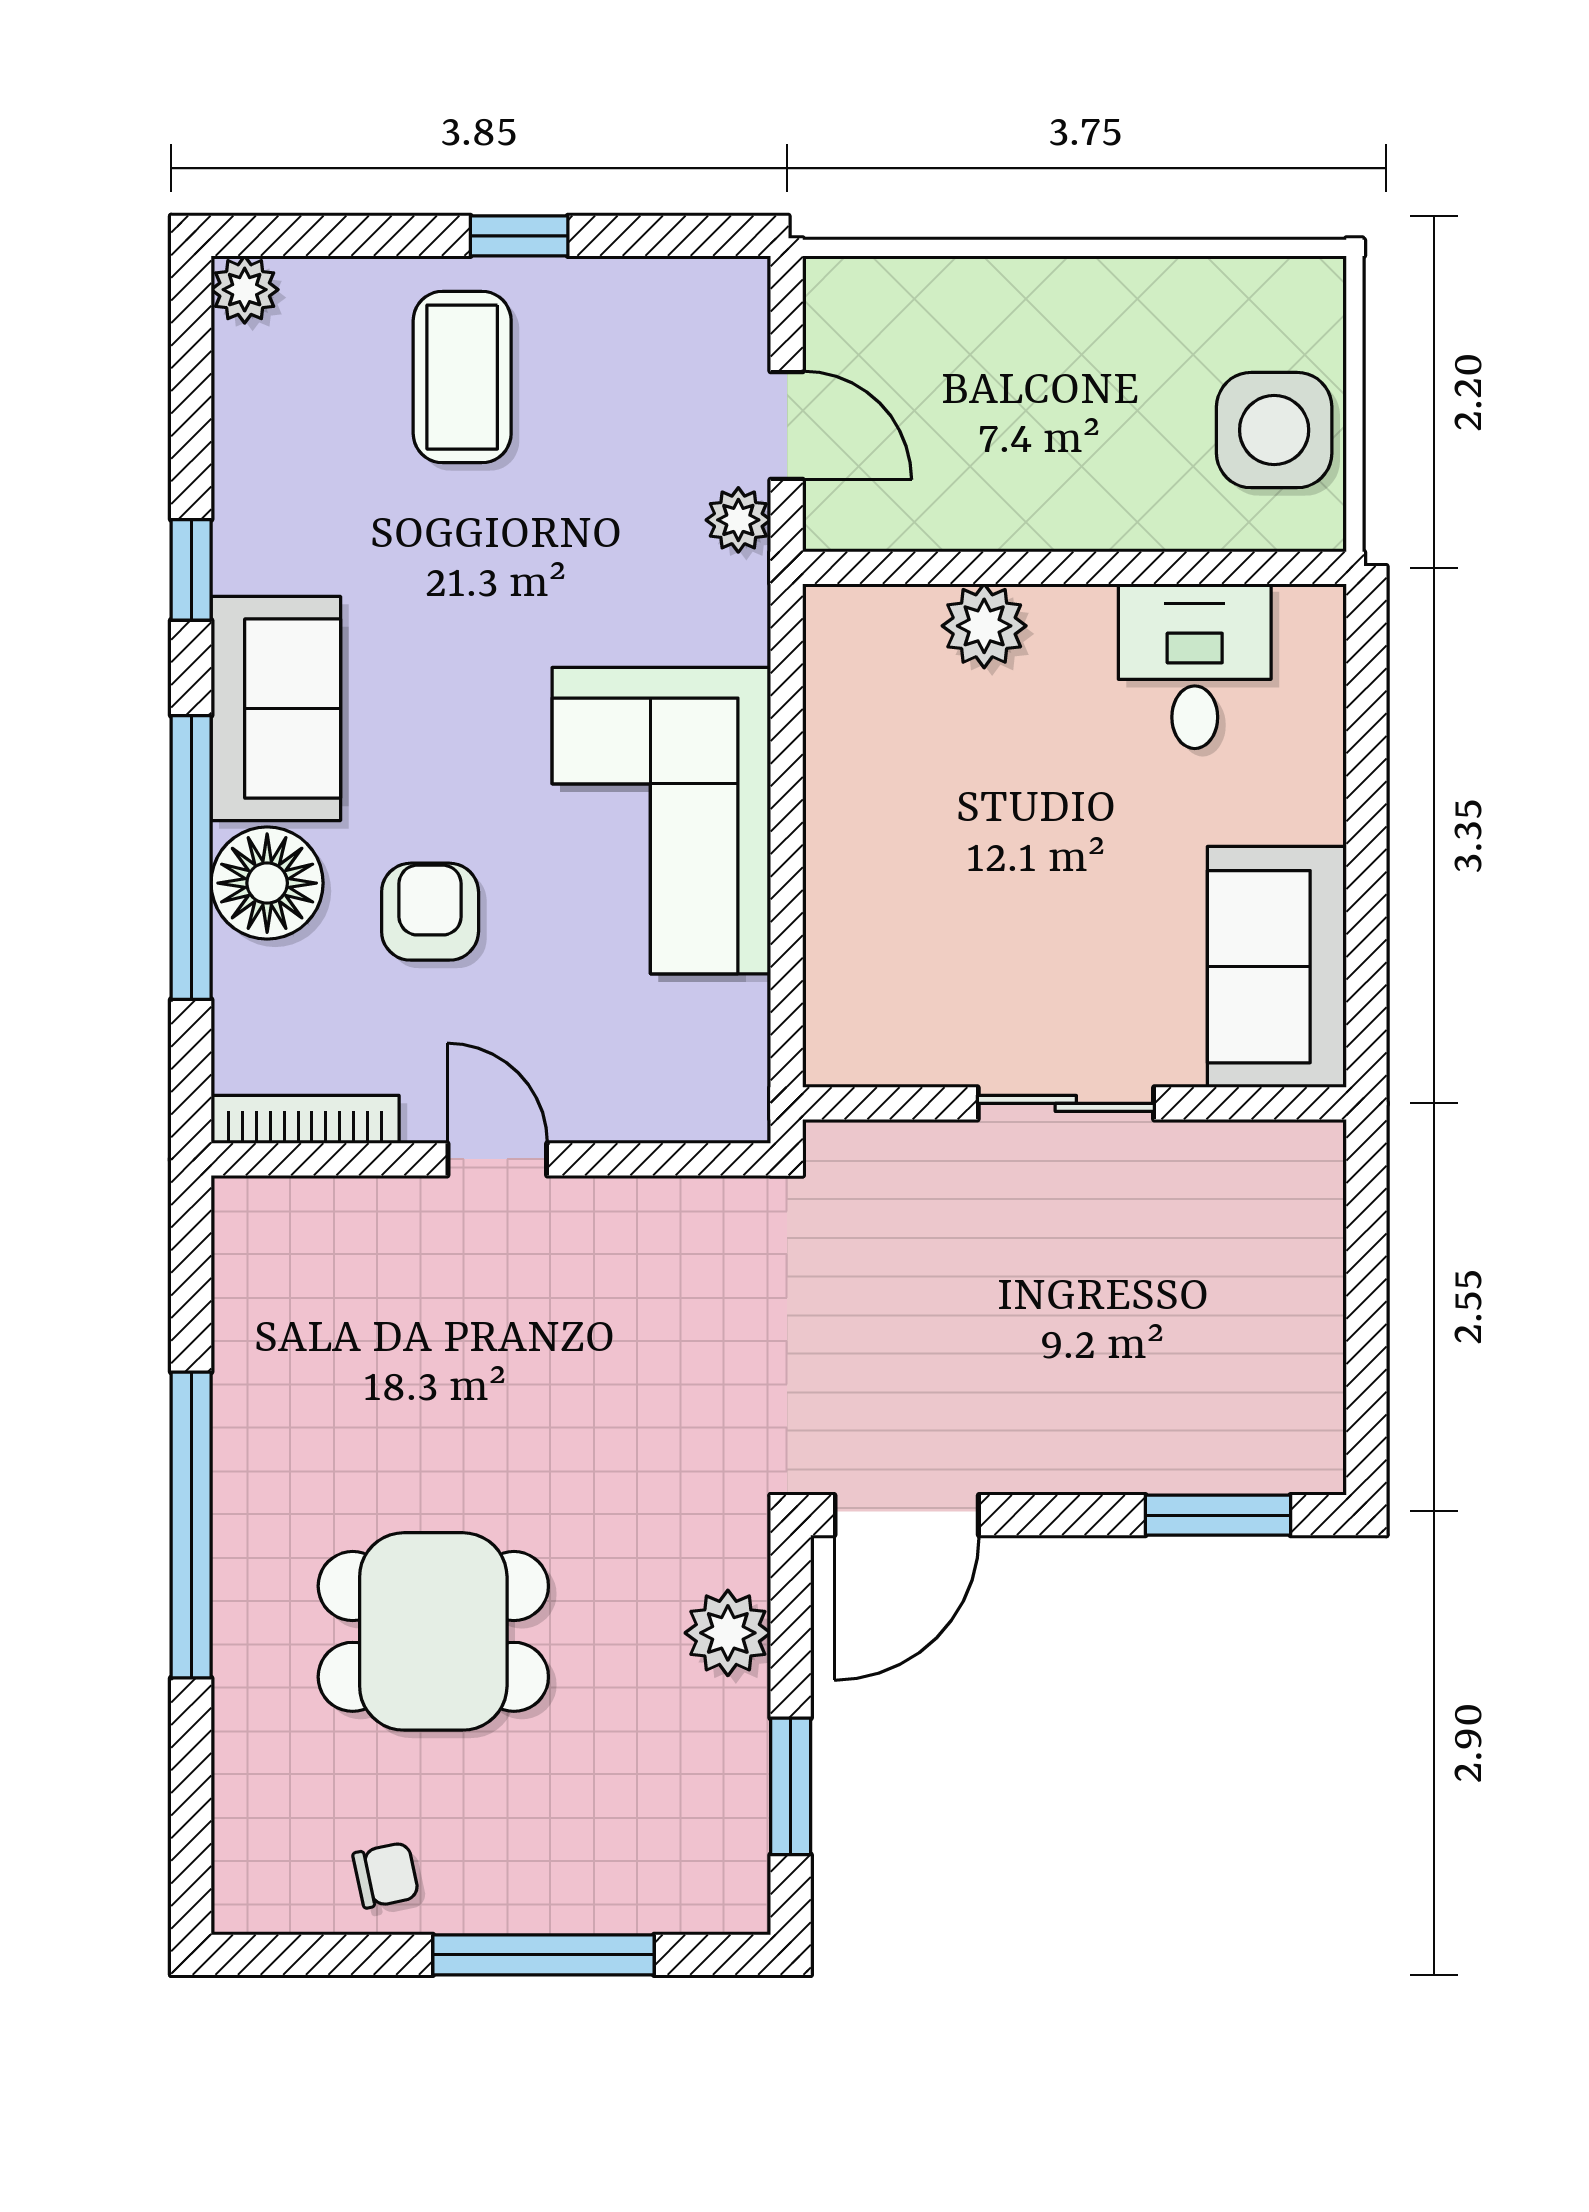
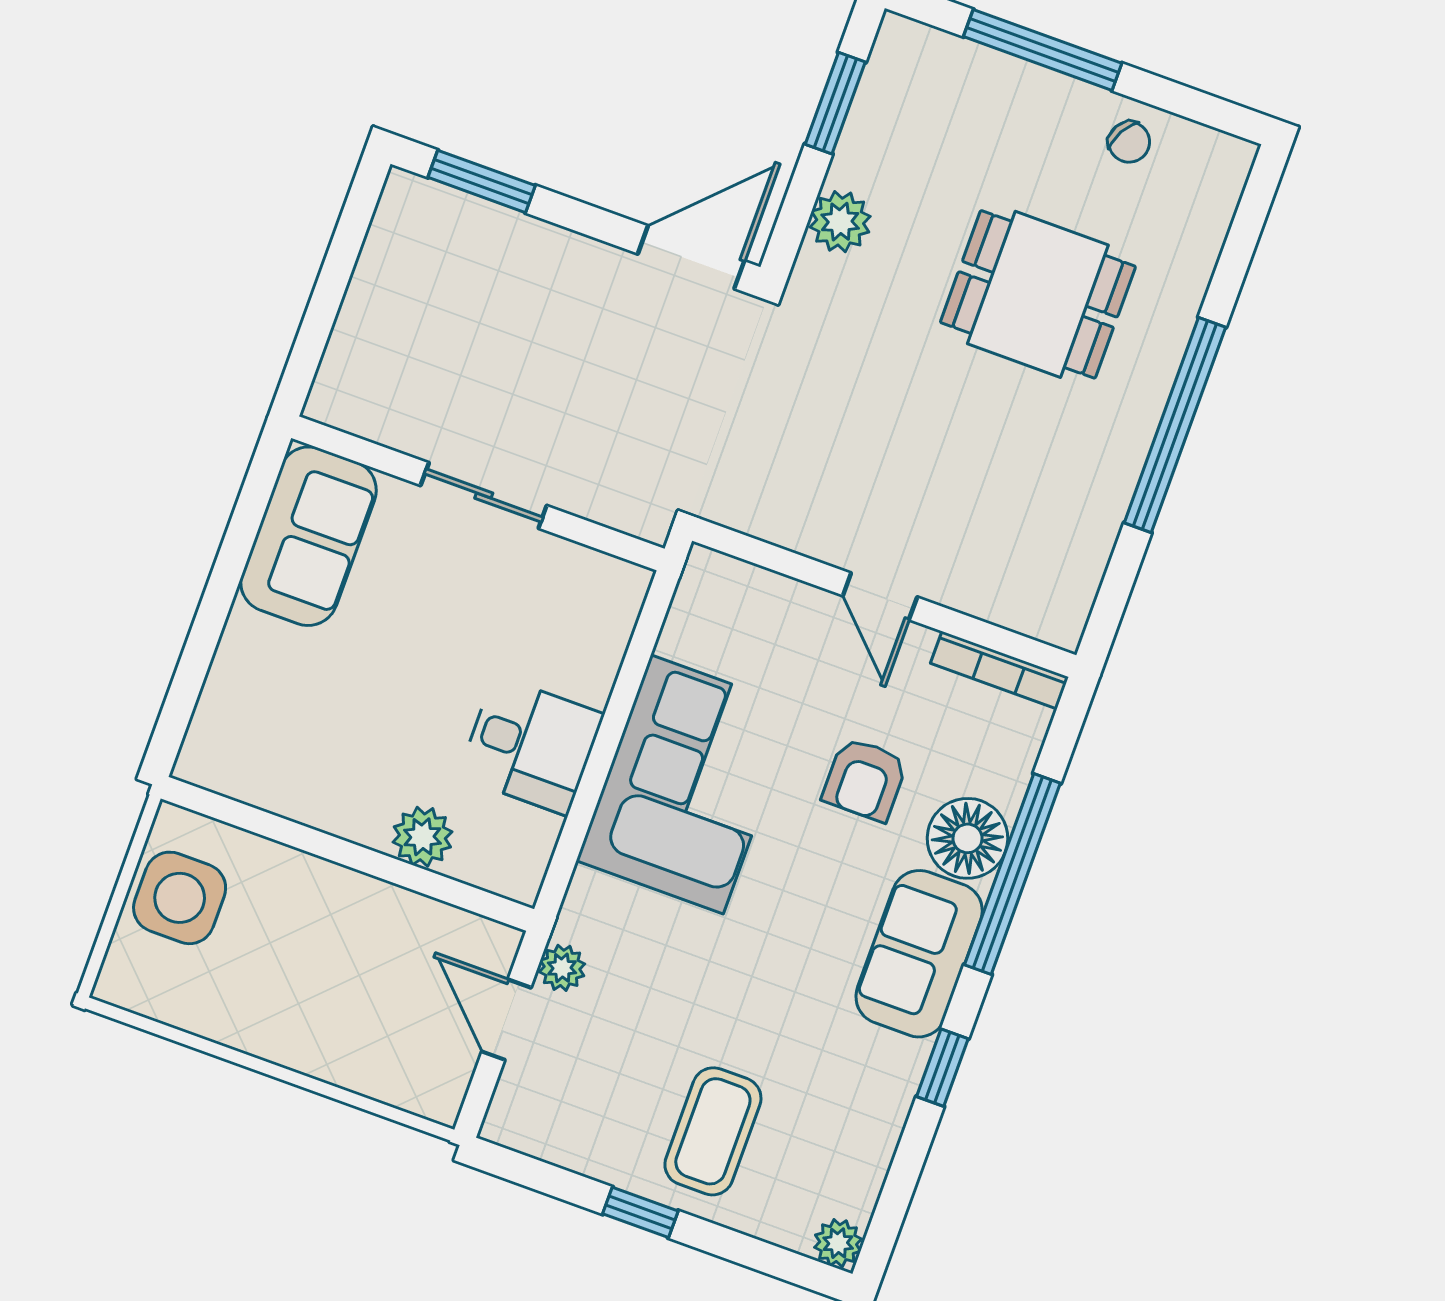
desk: (1195, 666) -> (531, 745), moved, turned -90
chair: (386, 1875) -> (1129, 142), turned -139

